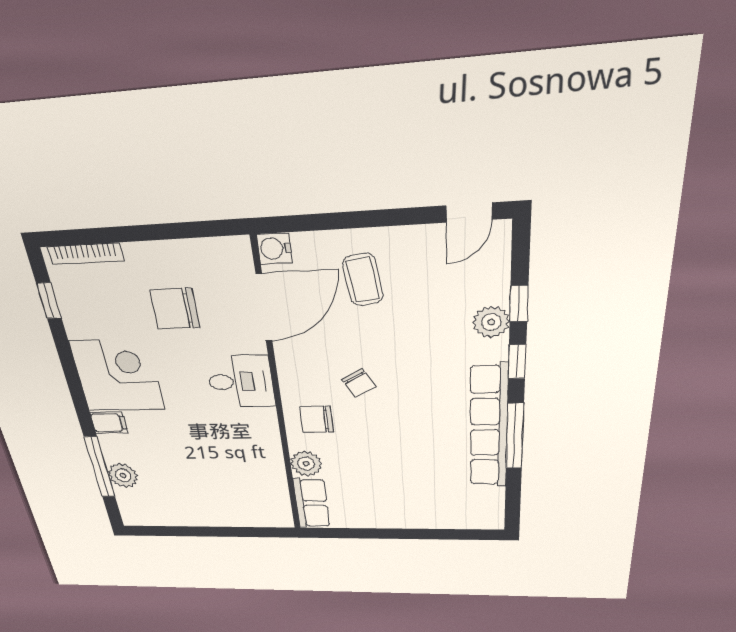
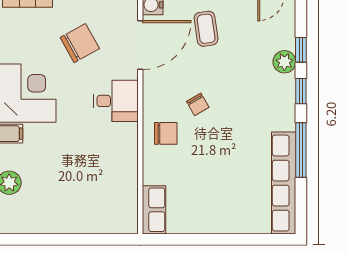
chair: (175, 309) -> (80, 43), turned 151
chair: (317, 419) -> (166, 133), turned 180
row of seats: (489, 427) -> (284, 183), moved
plant: (306, 464) -> (154, 172), removed

